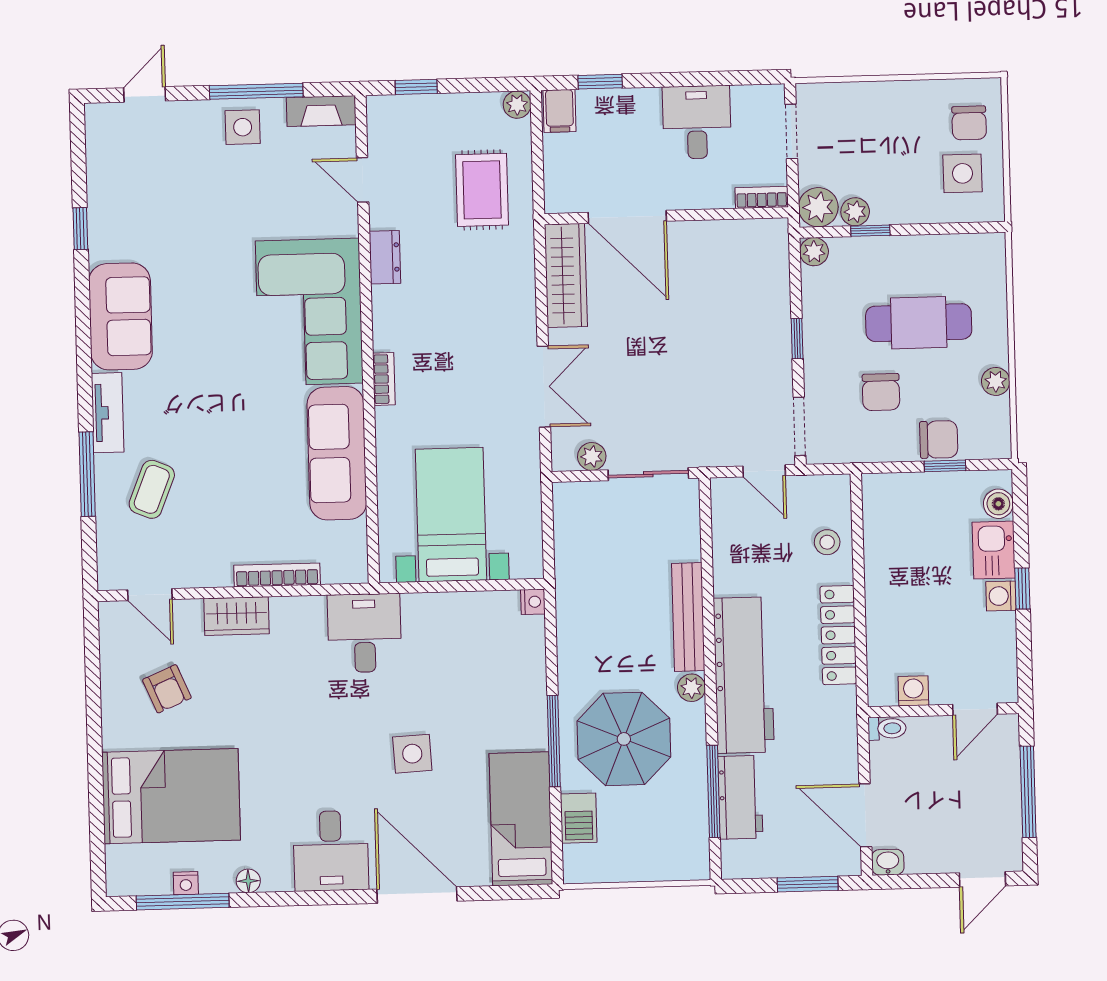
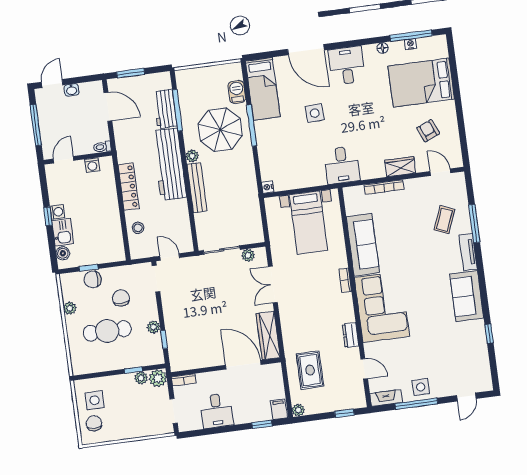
plant: (814, 252) -> (154, 327), moved
window: (797, 339) -> (164, 339), moved
washbasin: (888, 862) -> (72, 90), moved

